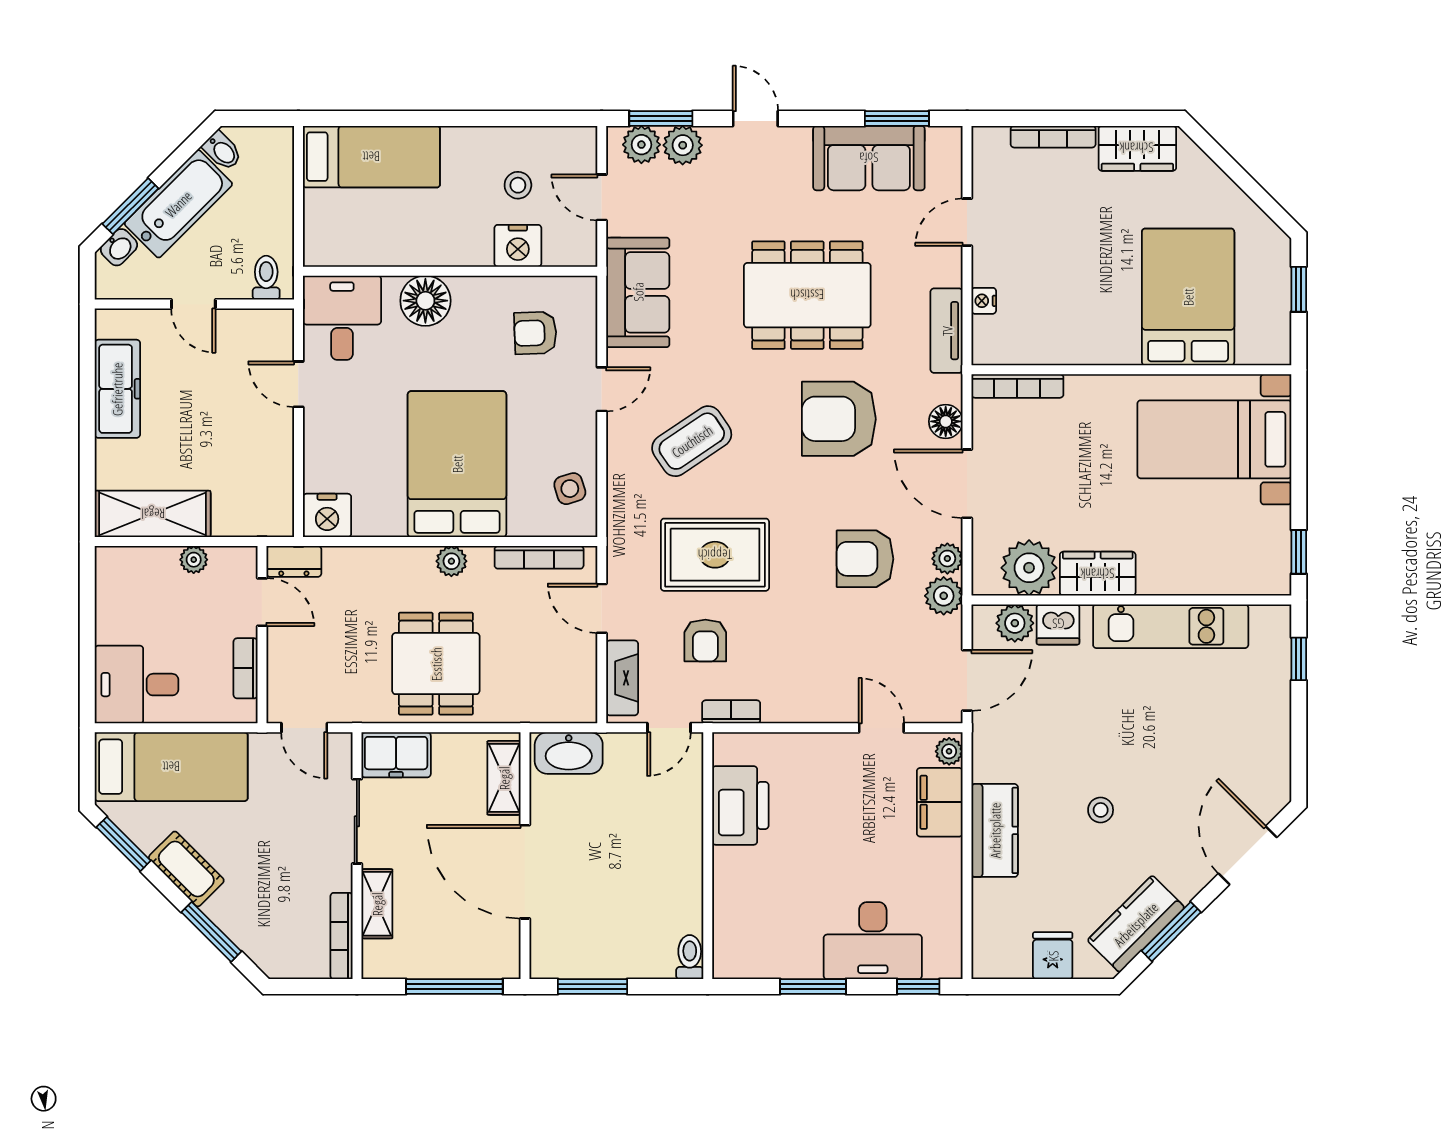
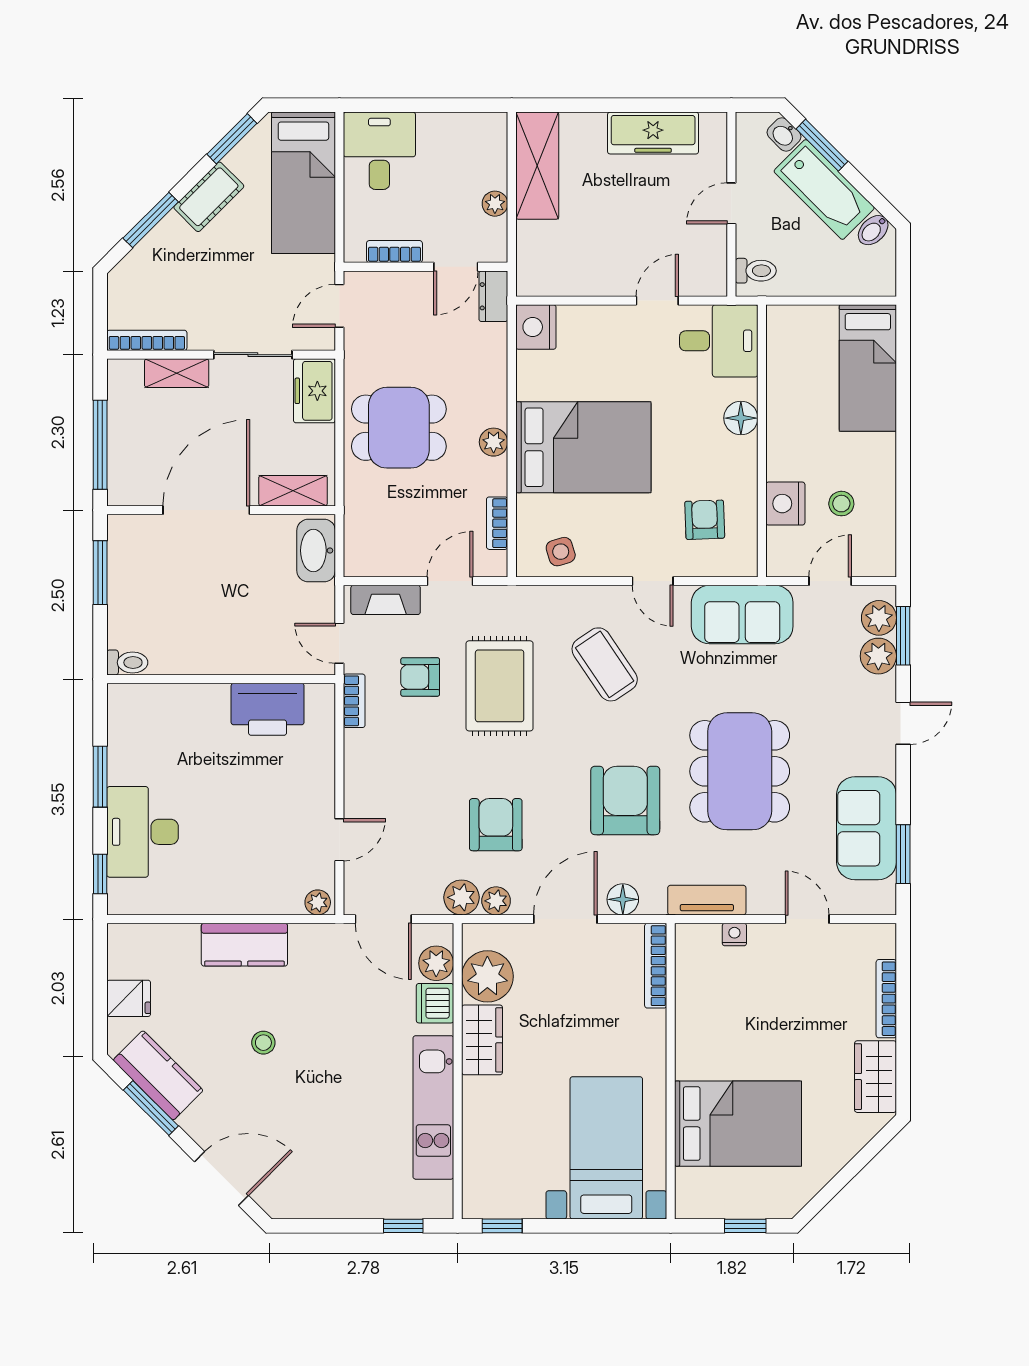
floor lamp: (425, 301) -> (741, 418), width x0.73, depth x0.73
bookcase: (539, 557) -> (497, 523), width x0.64
filing cabinet: (940, 802) -> (271, 894), removed

